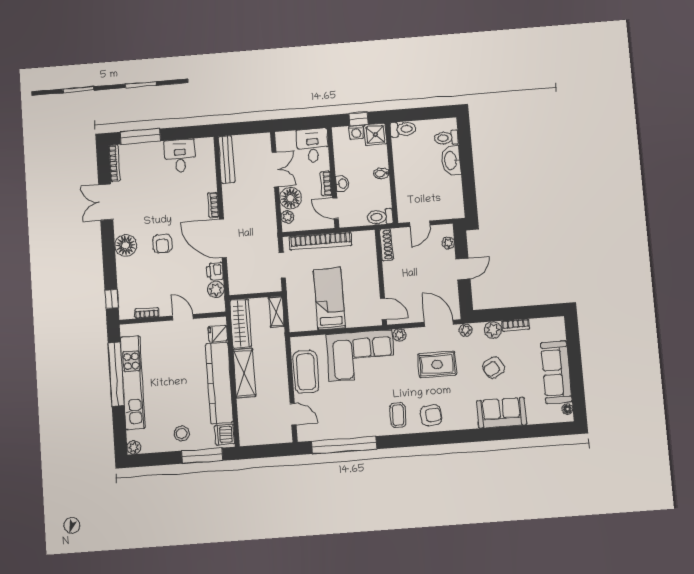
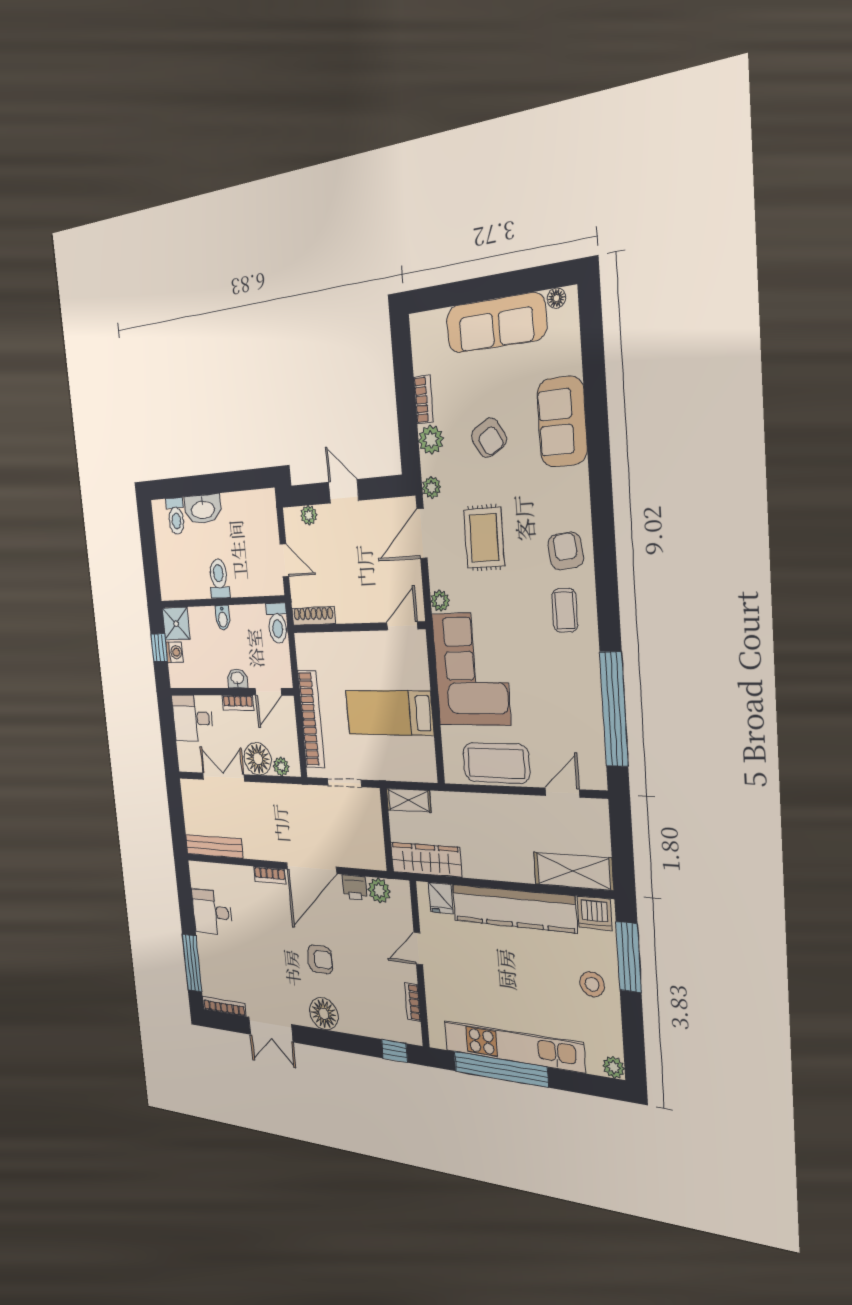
toilet: (403, 129) -> (219, 579), moved
shelving: (244, 373) -> (573, 871), moved
coffee table: (398, 415) -> (565, 610), turned 90

